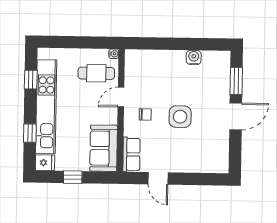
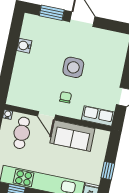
sofa: (104, 148) -> (72, 136), moved

